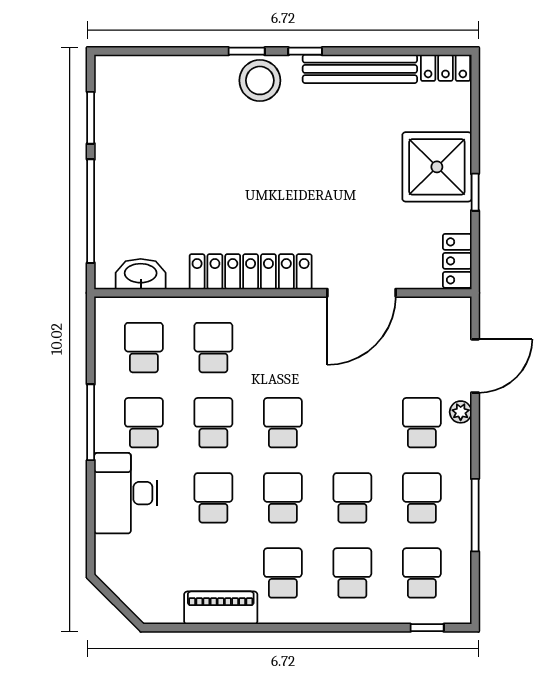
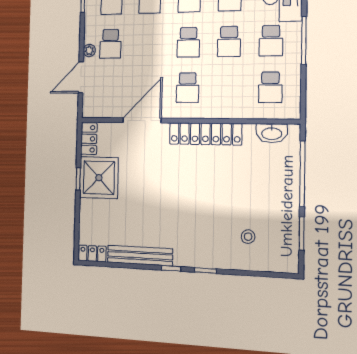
stool: (260, 80) -> (248, 237), moved, width x0.53, depth x0.53
shower: (437, 167) -> (99, 178), moved
school desk: (213, 348) -> (187, 88), moved

